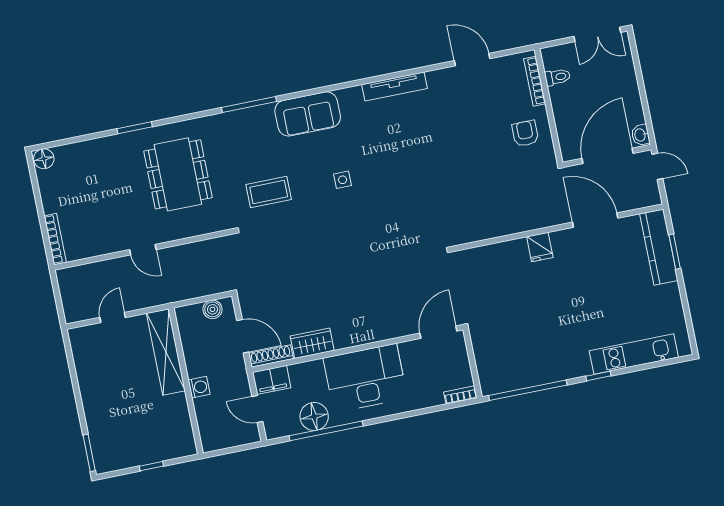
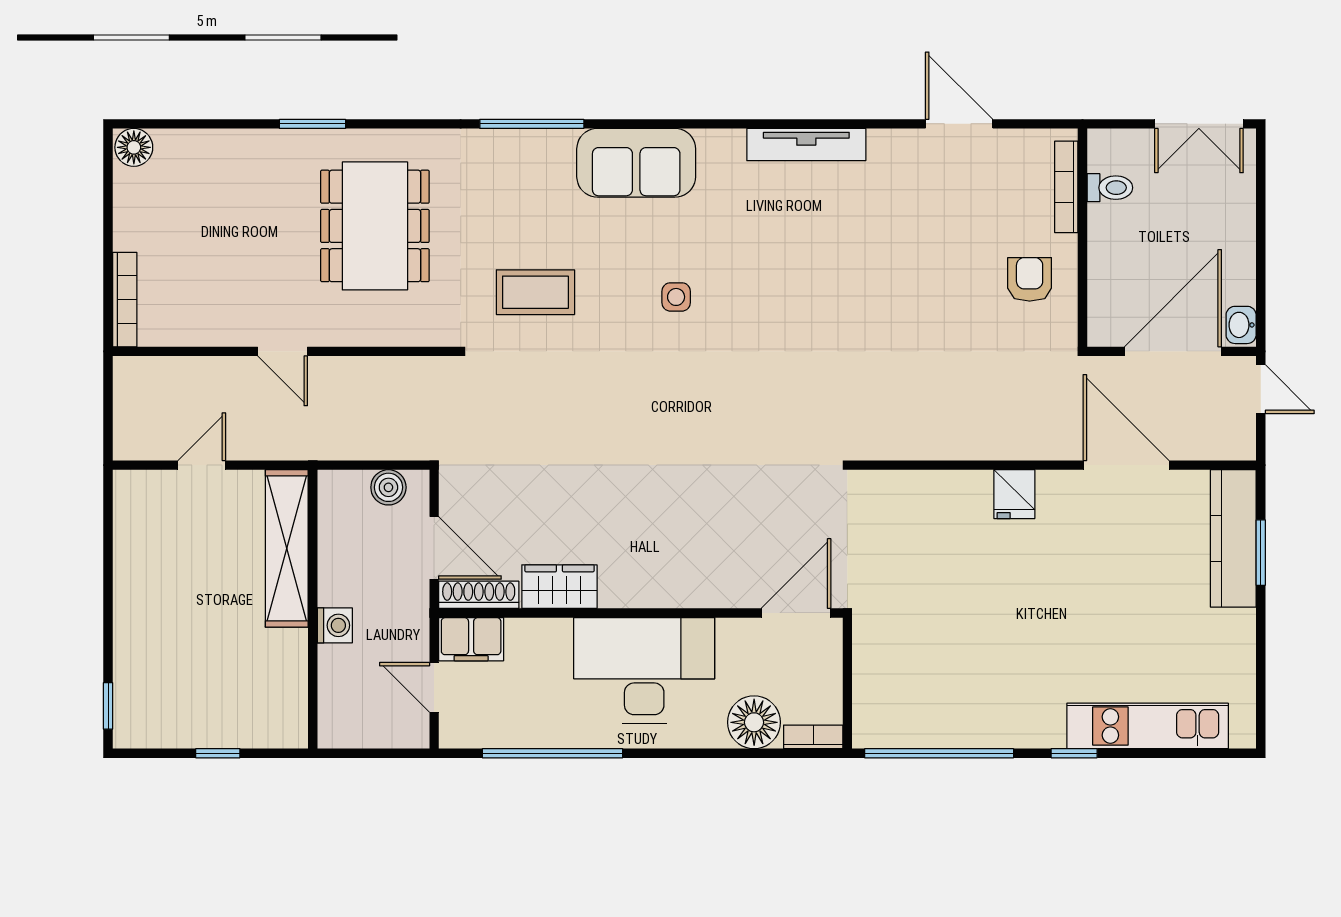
floor lamp: (314, 416) -> (754, 722), moved
window: (89, 453) -> (108, 706), width x0.67

